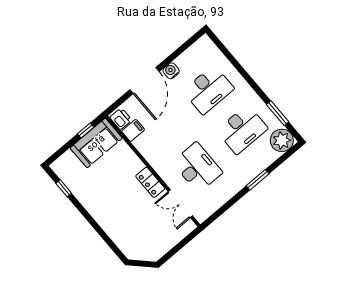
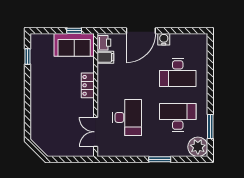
desk: (242, 129) -> (178, 117), turned 180
locker: (150, 182) -> (88, 85), moved

